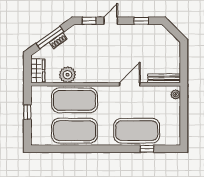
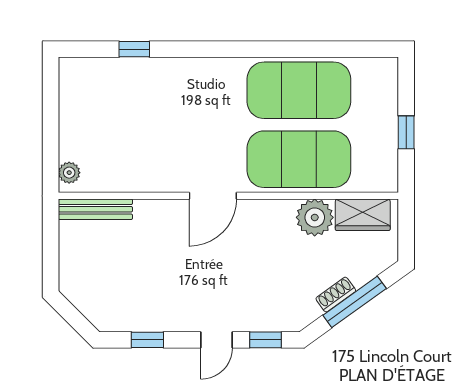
wardrobe: (38, 71) -> (363, 215), moved, turned -90
door: (130, 84) -> (213, 196), moved
exercise mat: (137, 131) -> (158, 90), removed

